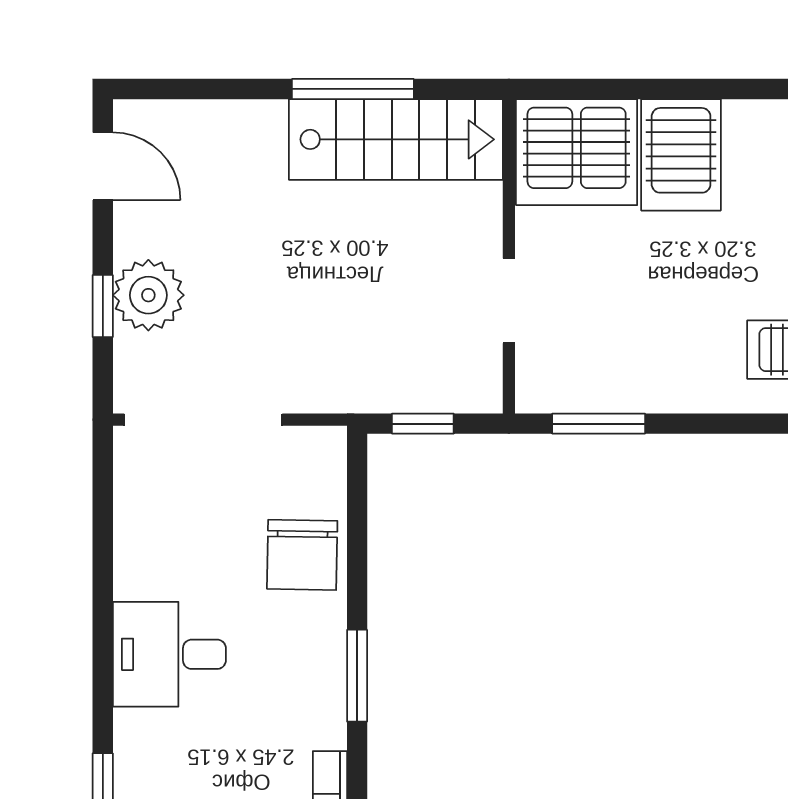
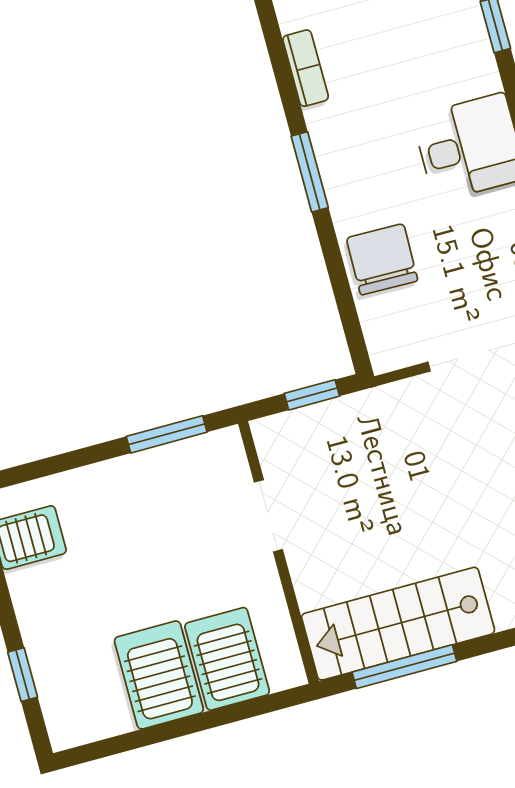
window: (353, 89) -> (404, 667), moved
server rack: (577, 152) -> (227, 659), width x0.62

